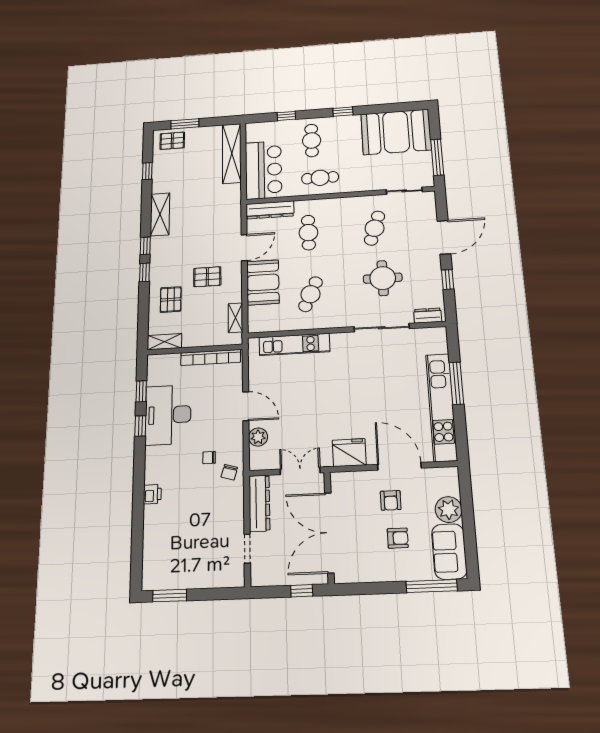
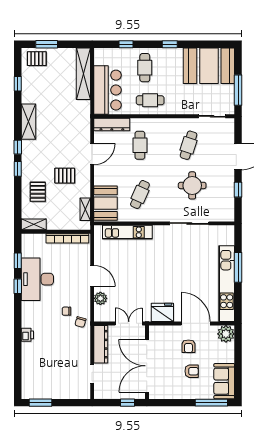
booth: (263, 282) -> (106, 203), moved
dresser: (428, 316) -> (222, 216), removed
plant: (448, 510) -> (226, 334), moved

